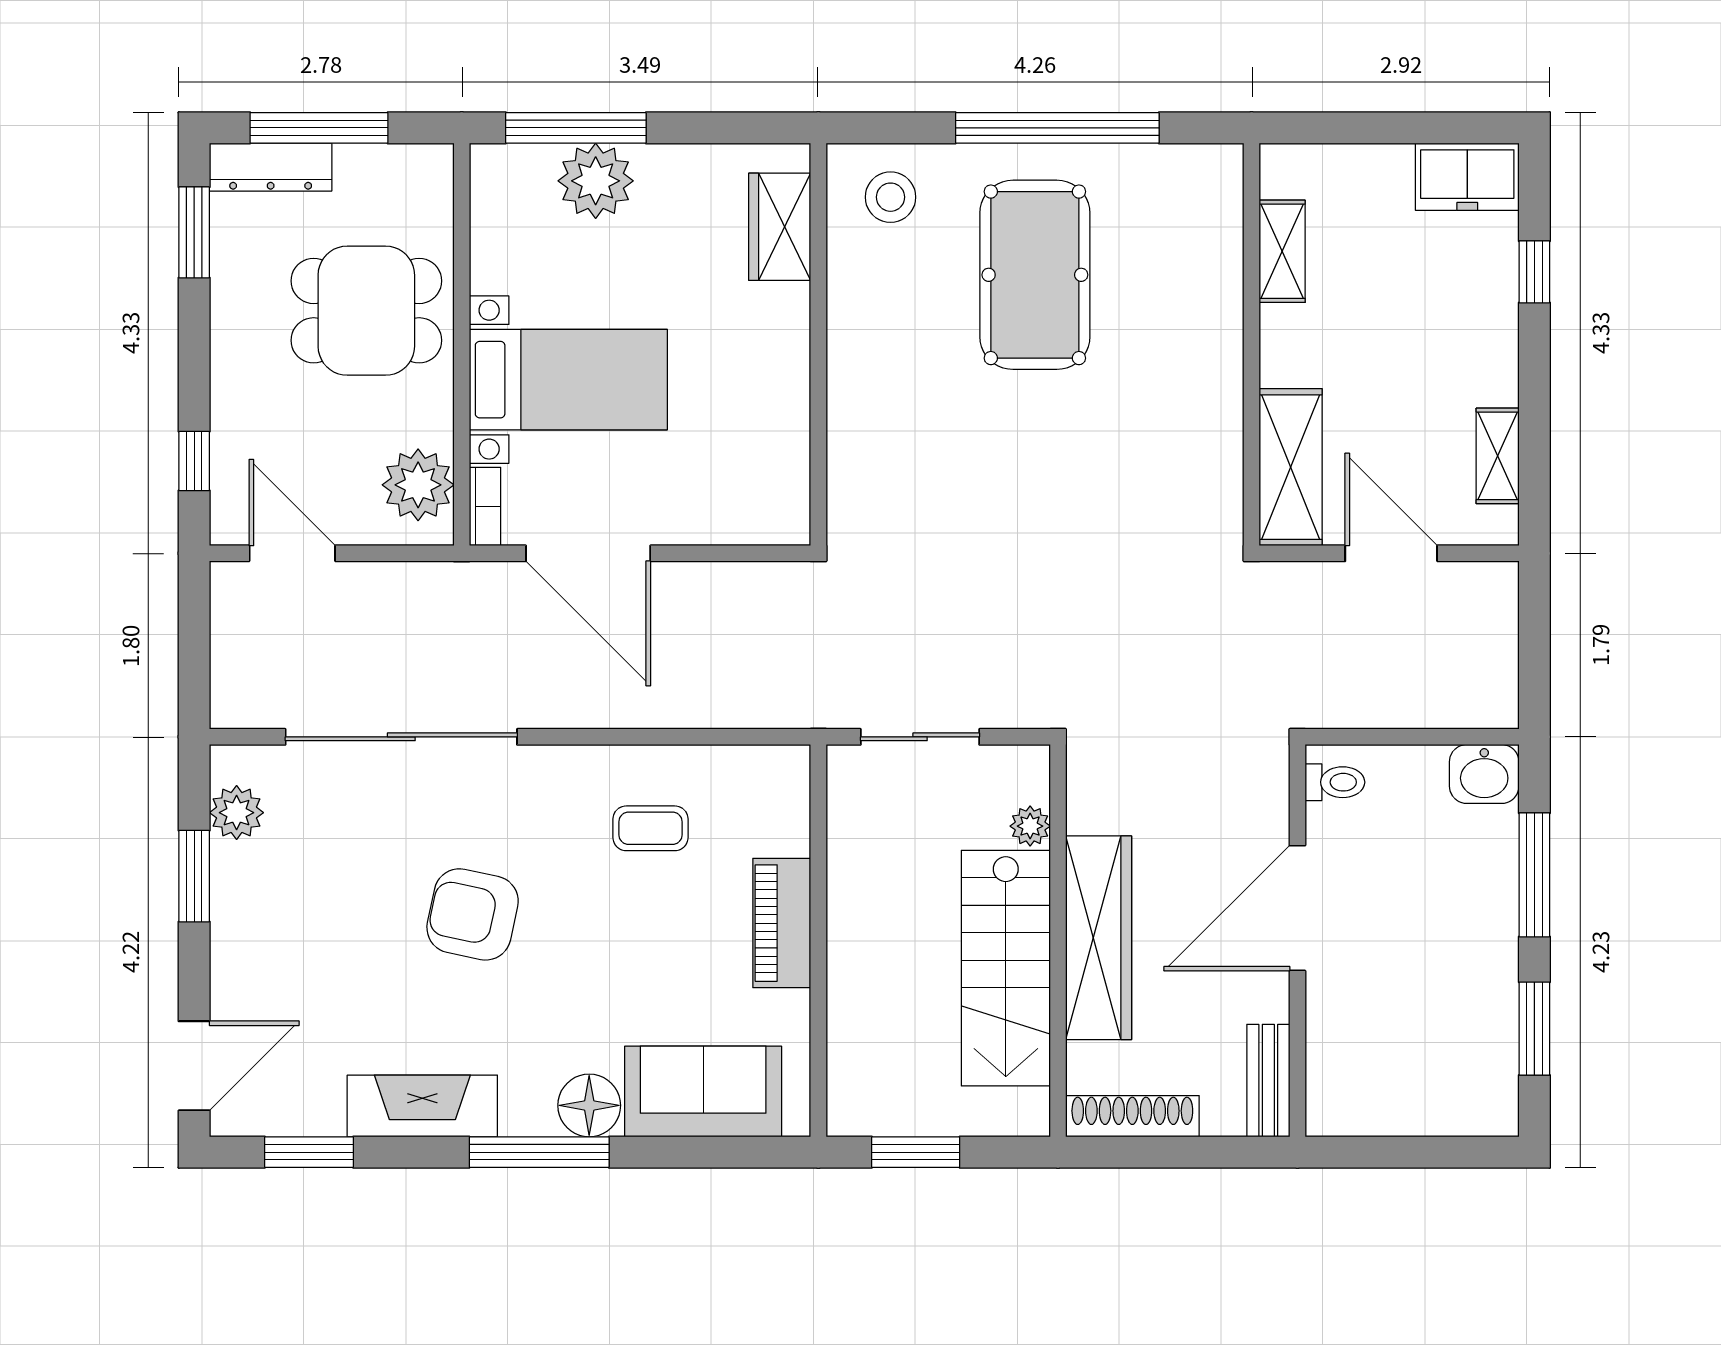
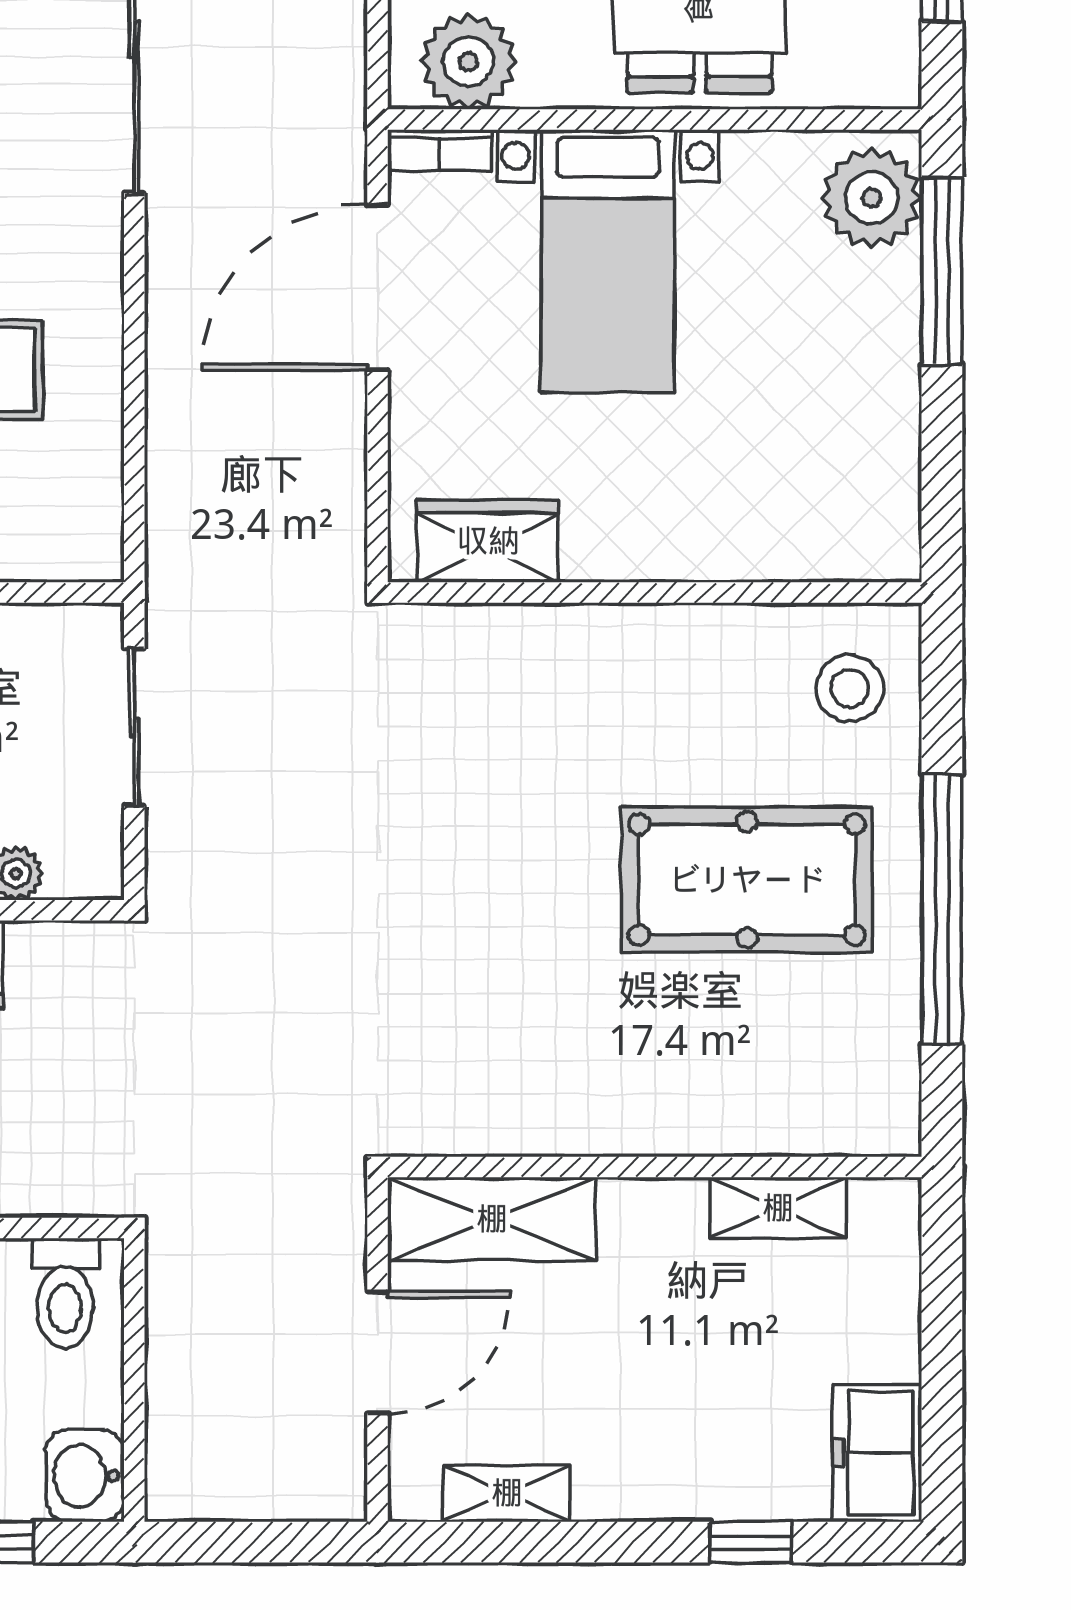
plant: (596, 181) -> (872, 198), moved
wardrobe: (780, 227) -> (488, 541), moved
toilet: (1335, 782) -> (65, 1293), width x1.37, depth x1.39

